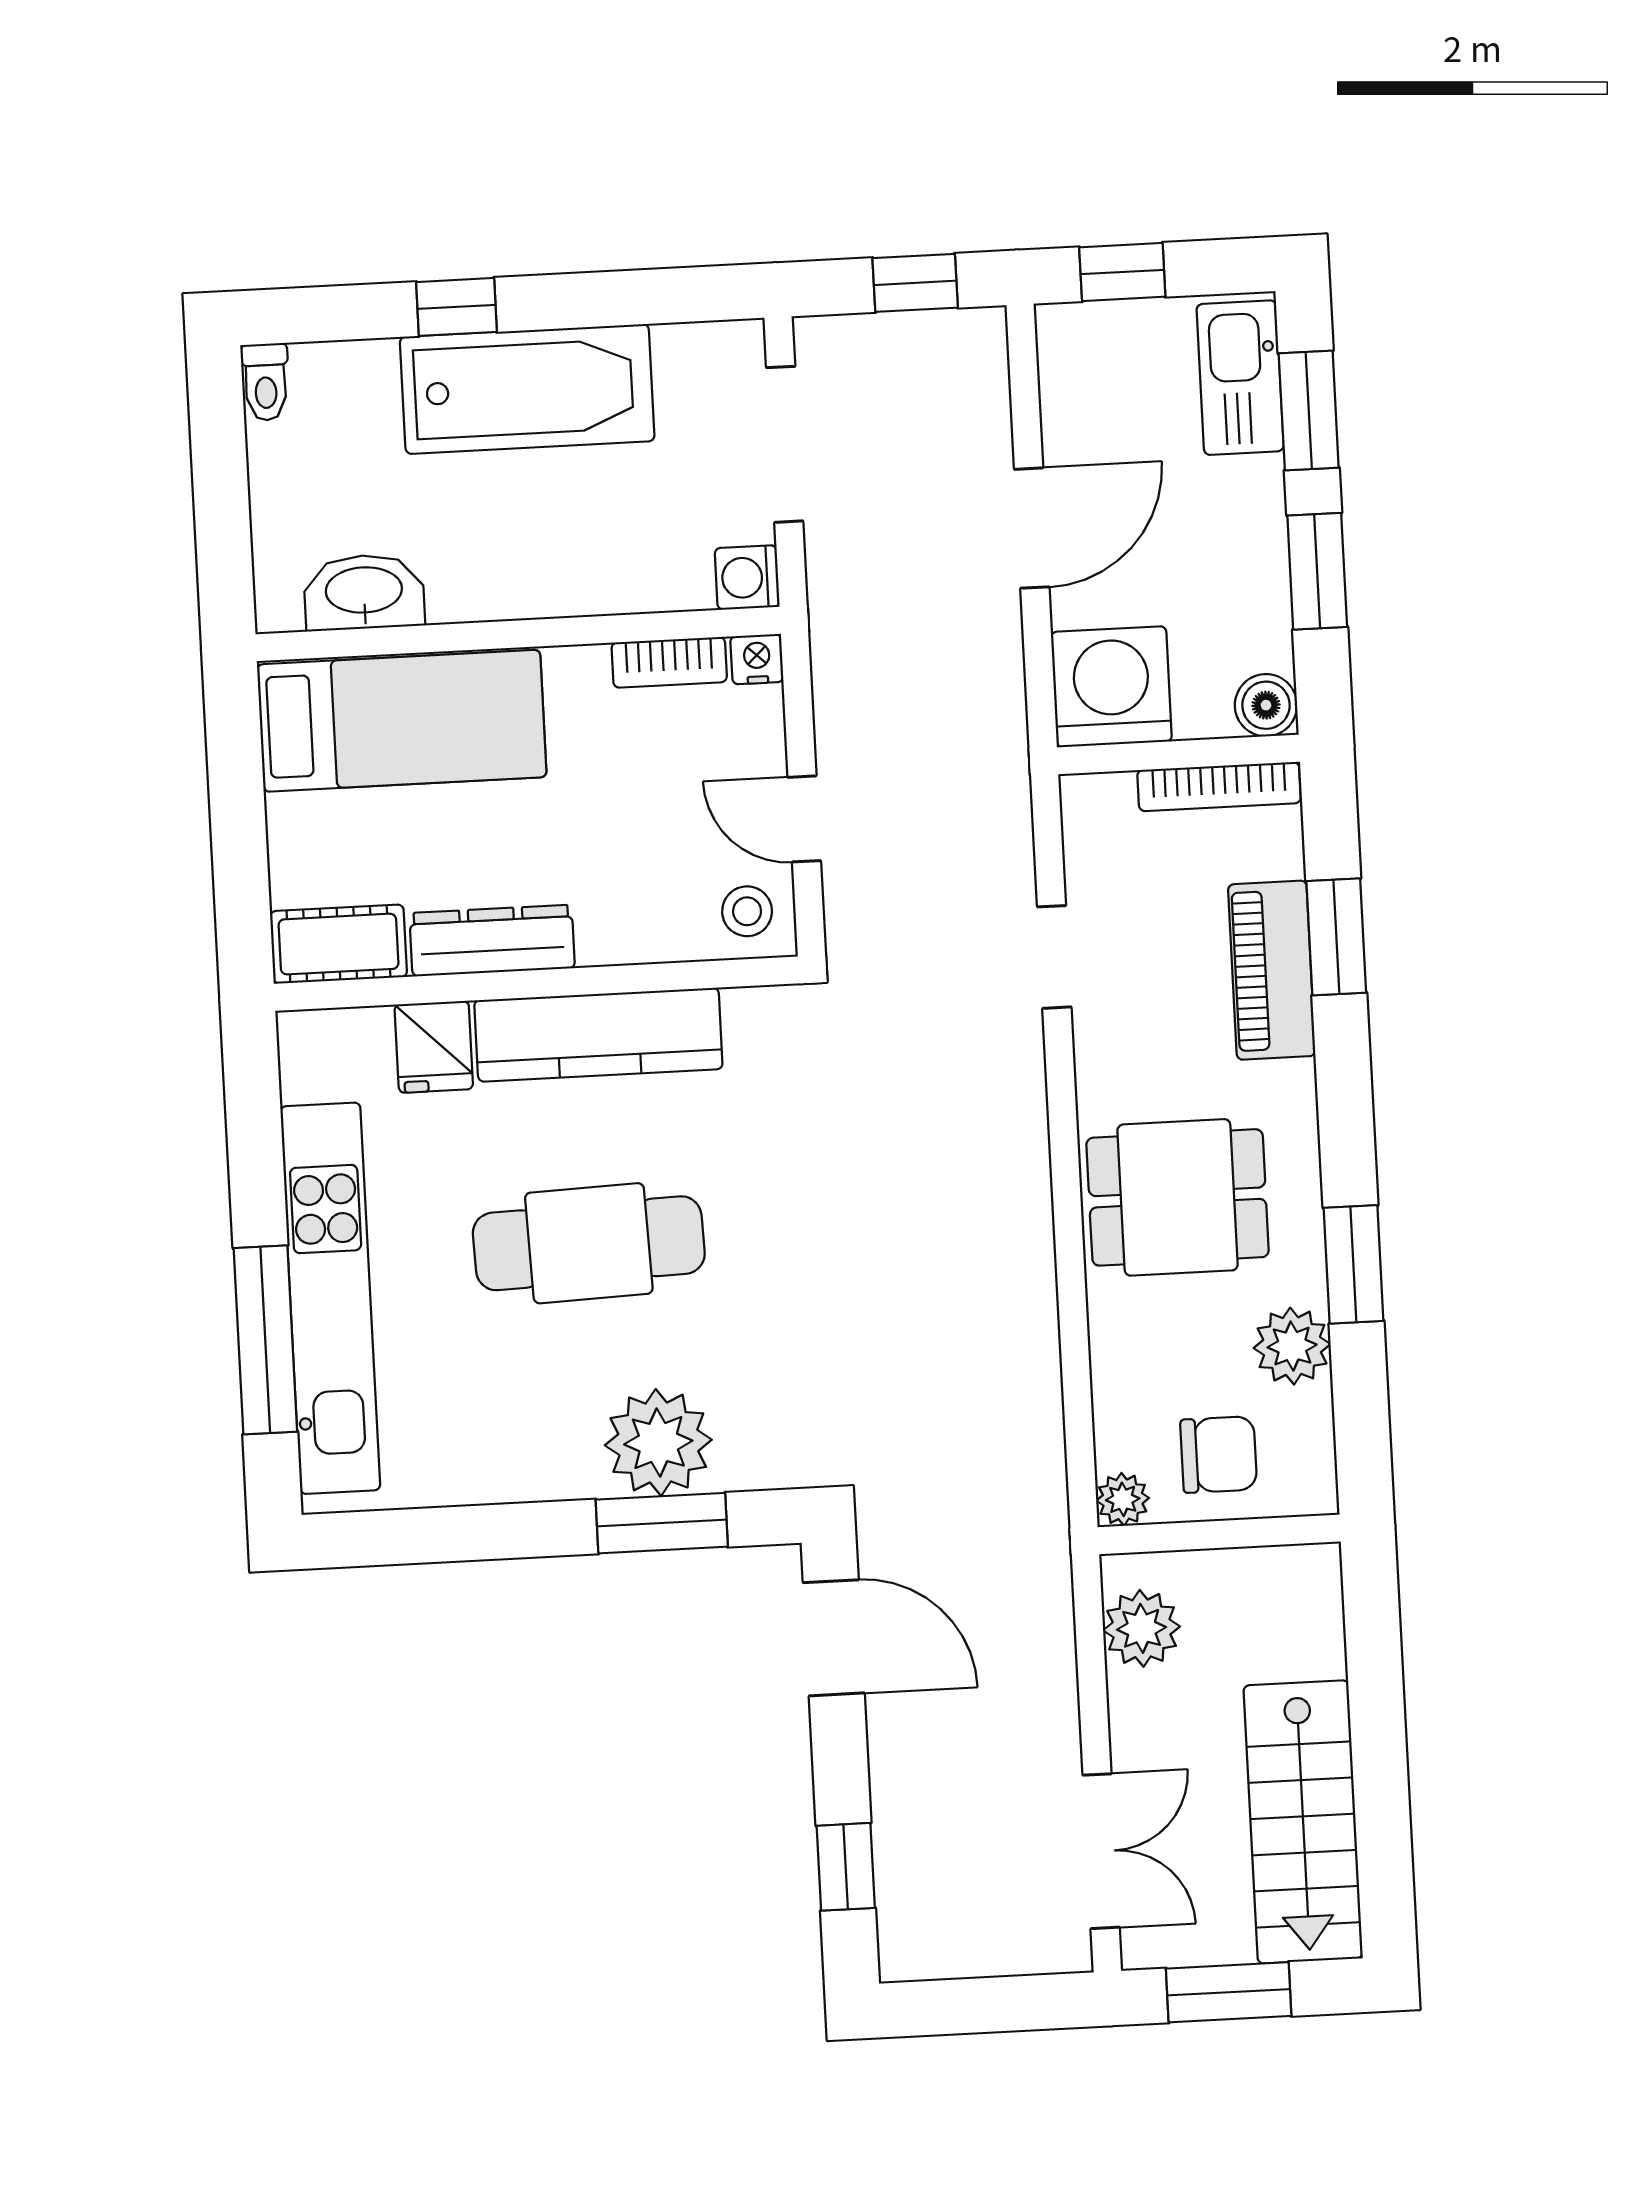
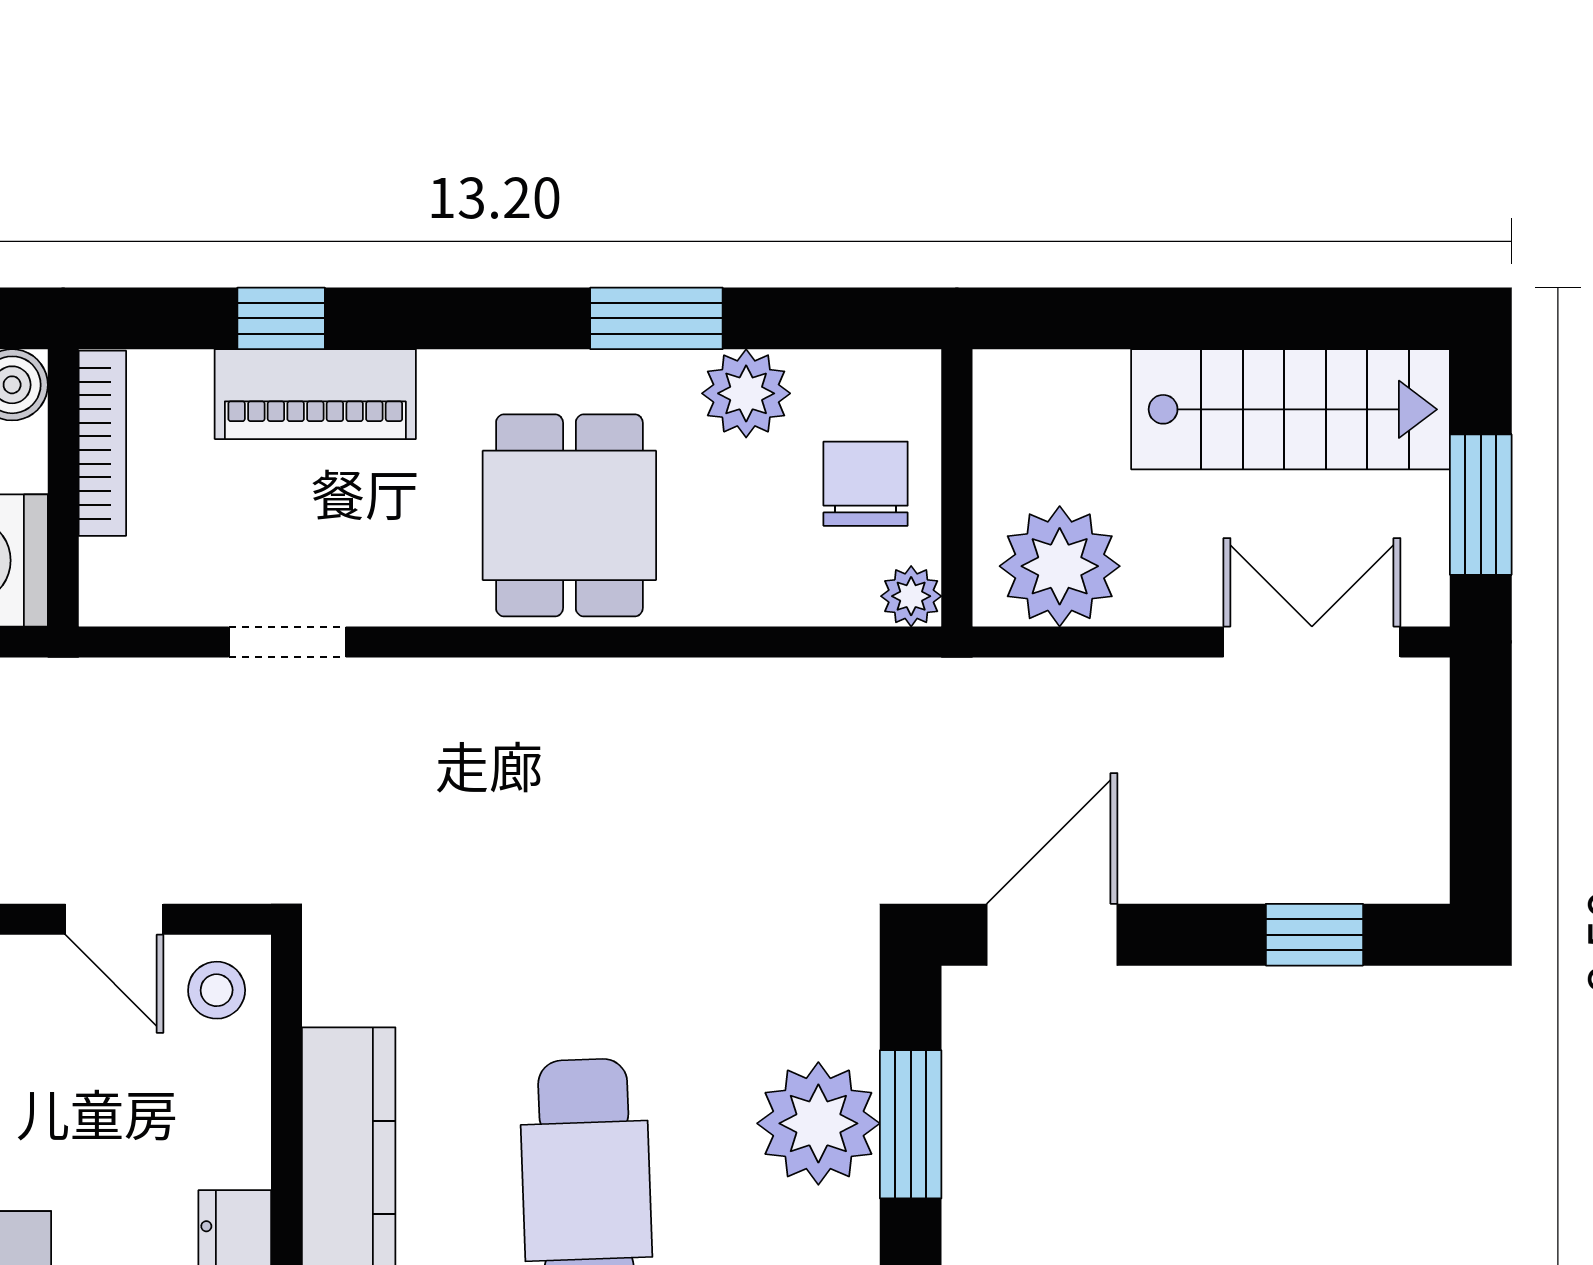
door: (804, 819) -> (114, 919), hinge flipped
window: (1336, 937) -> (281, 318), width x0.67
plant: (1142, 1628) -> (1060, 566), width x1.36, depth x1.36

